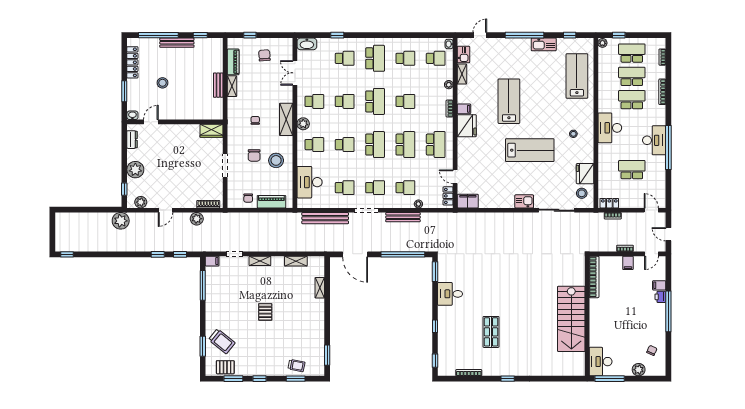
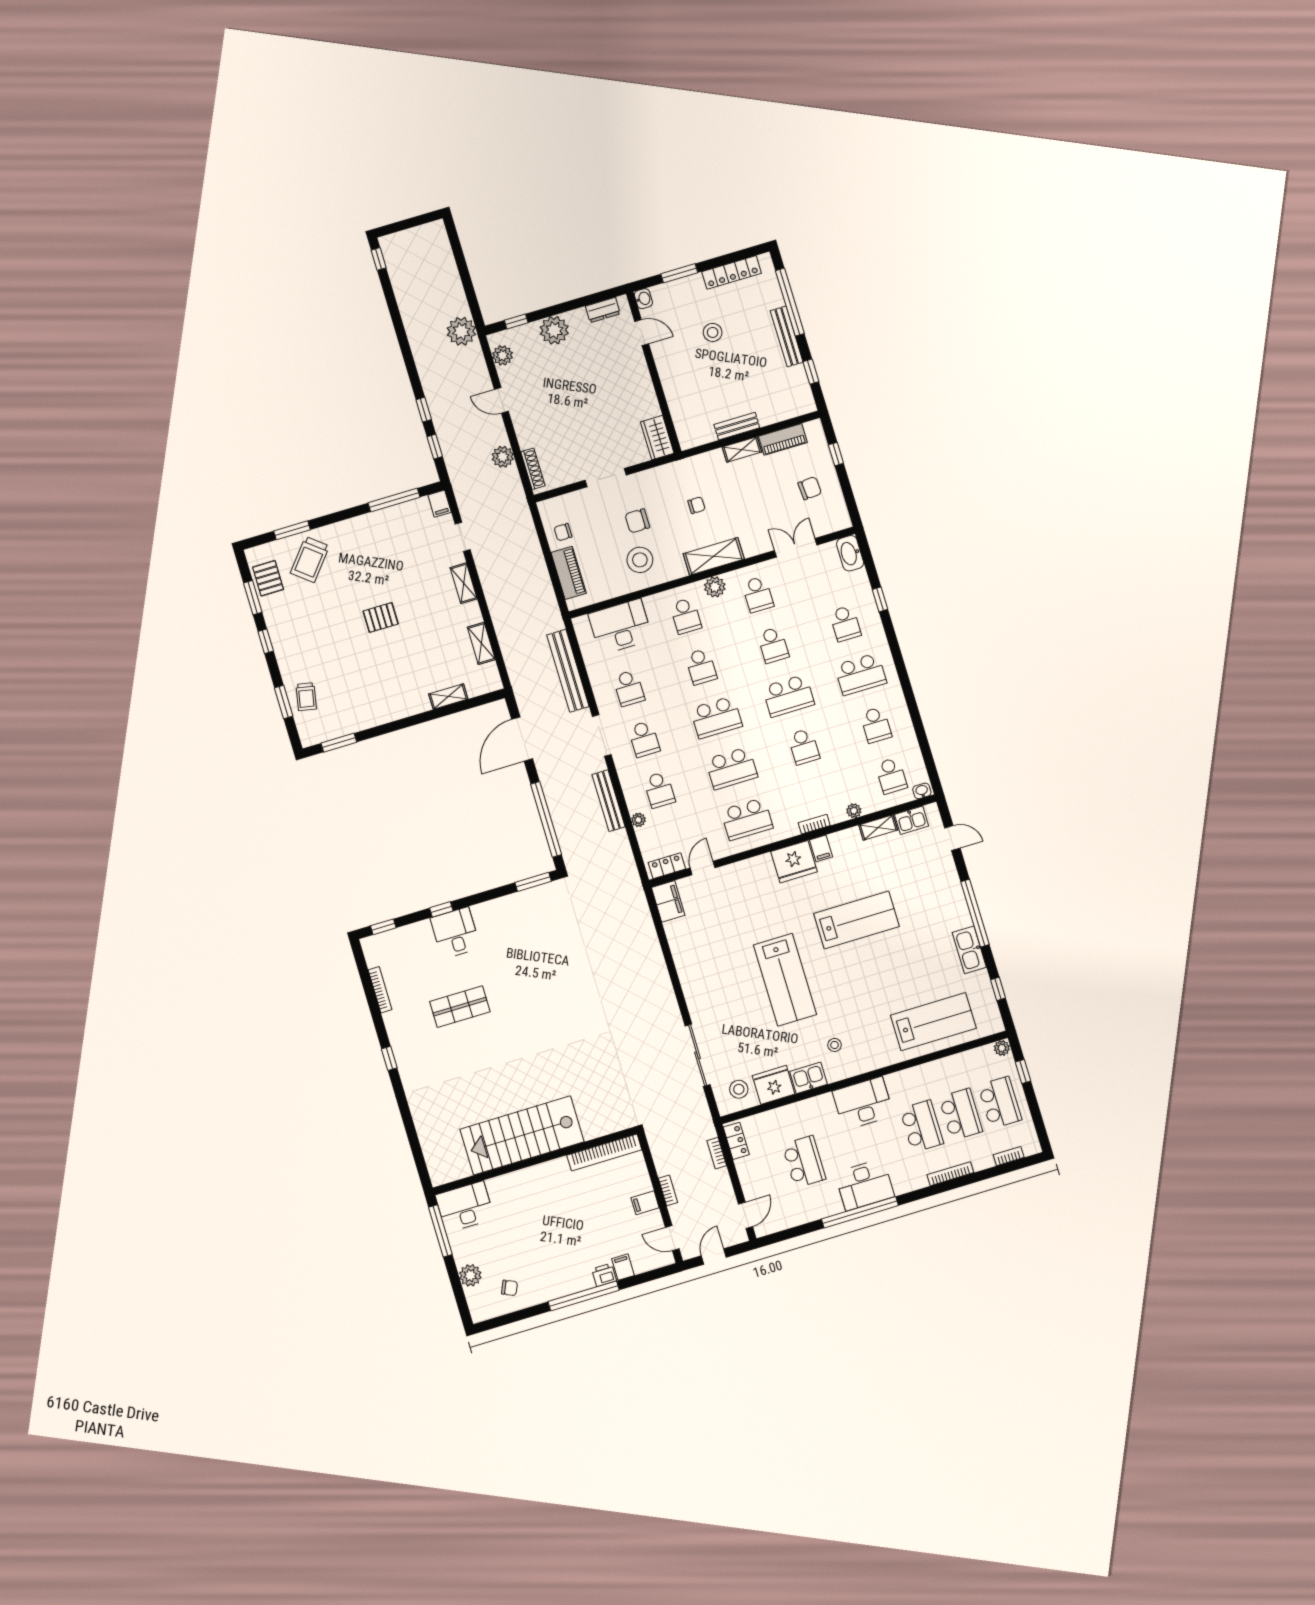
kitchen sink: (524, 201) -> (809, 1078), moved, turned -90
desk: (450, 294) -> (455, 933), moved

